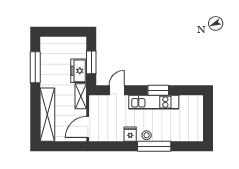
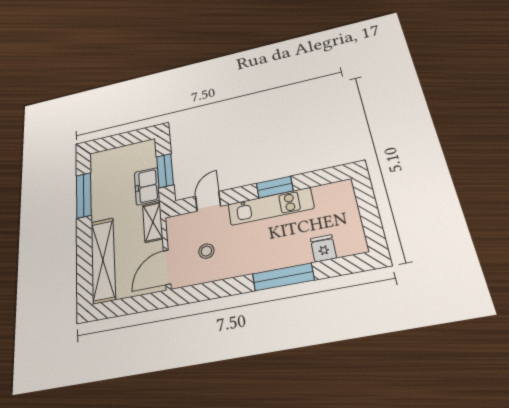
fridge: (130, 134) -> (323, 248), moved
stool: (147, 135) -> (206, 251), moved

